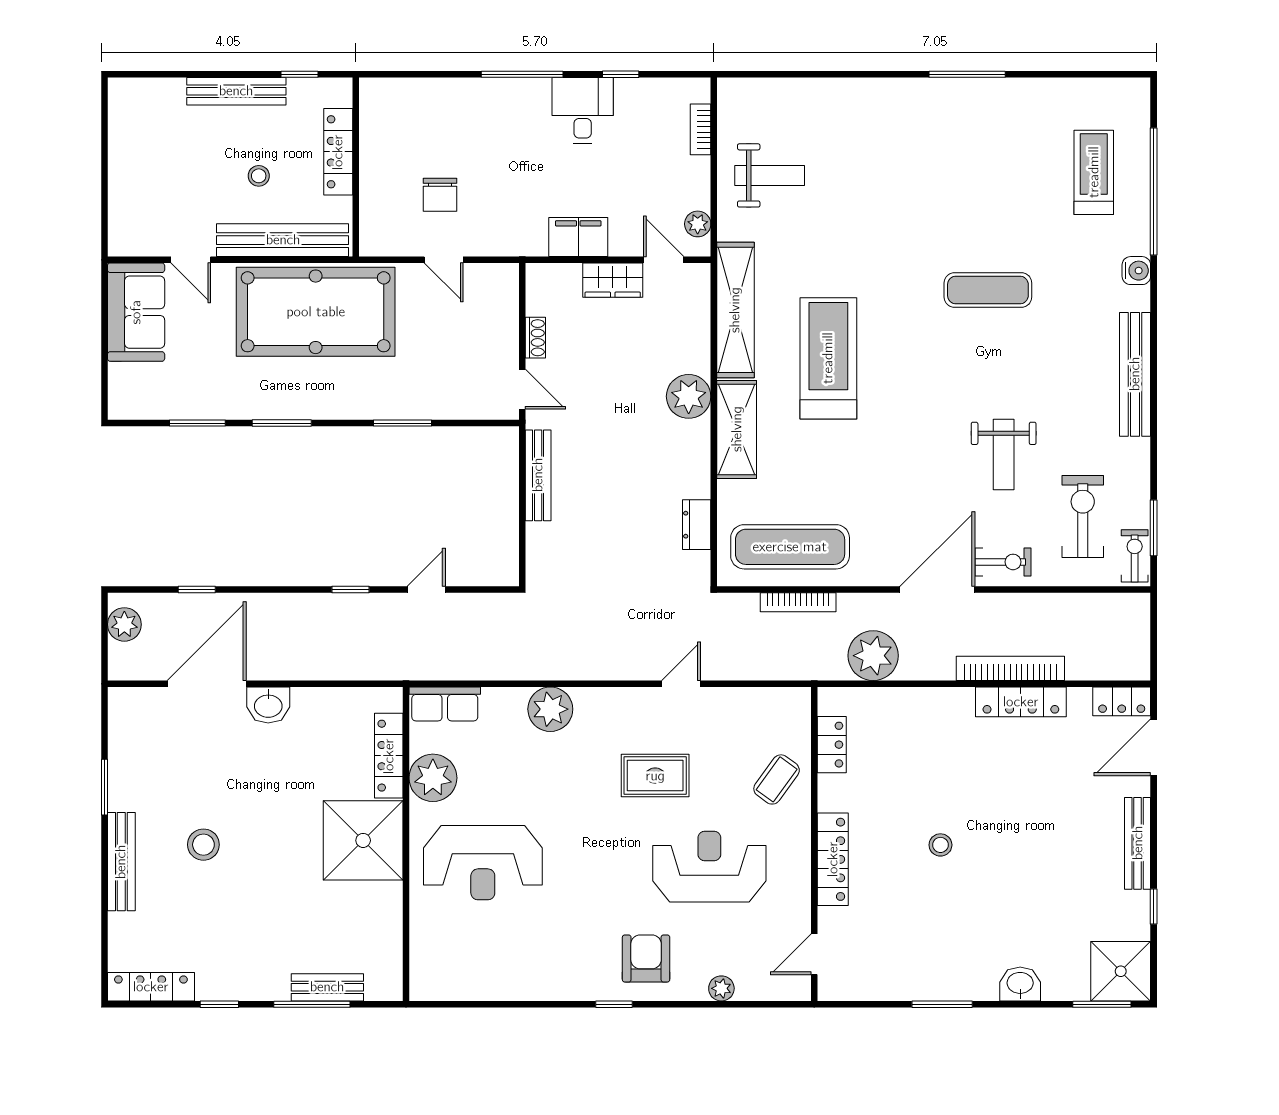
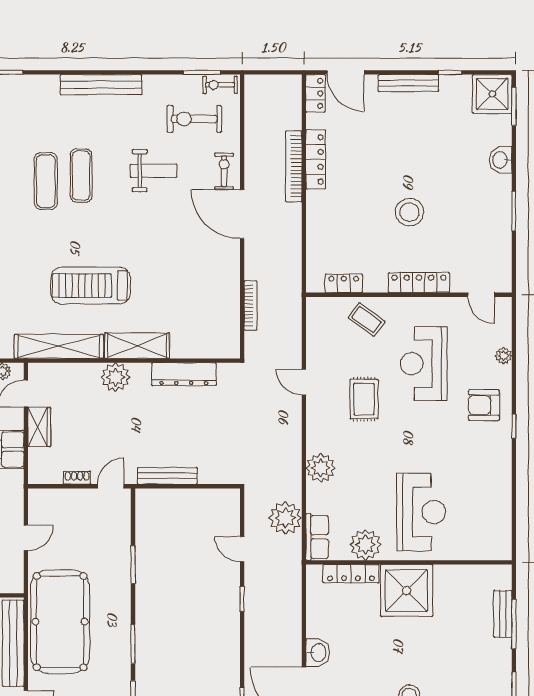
water cooler: (1136, 271) -> (33, 84), removed
dresser: (697, 525) -> (184, 374), width x1.96, depth x1.24
exercise mat: (790, 547) -> (81, 175), moved, width x0.73, depth x0.69
plant: (873, 656) -> (285, 518), moved
stool: (940, 845) -> (409, 212), width x1.89, depth x1.89

